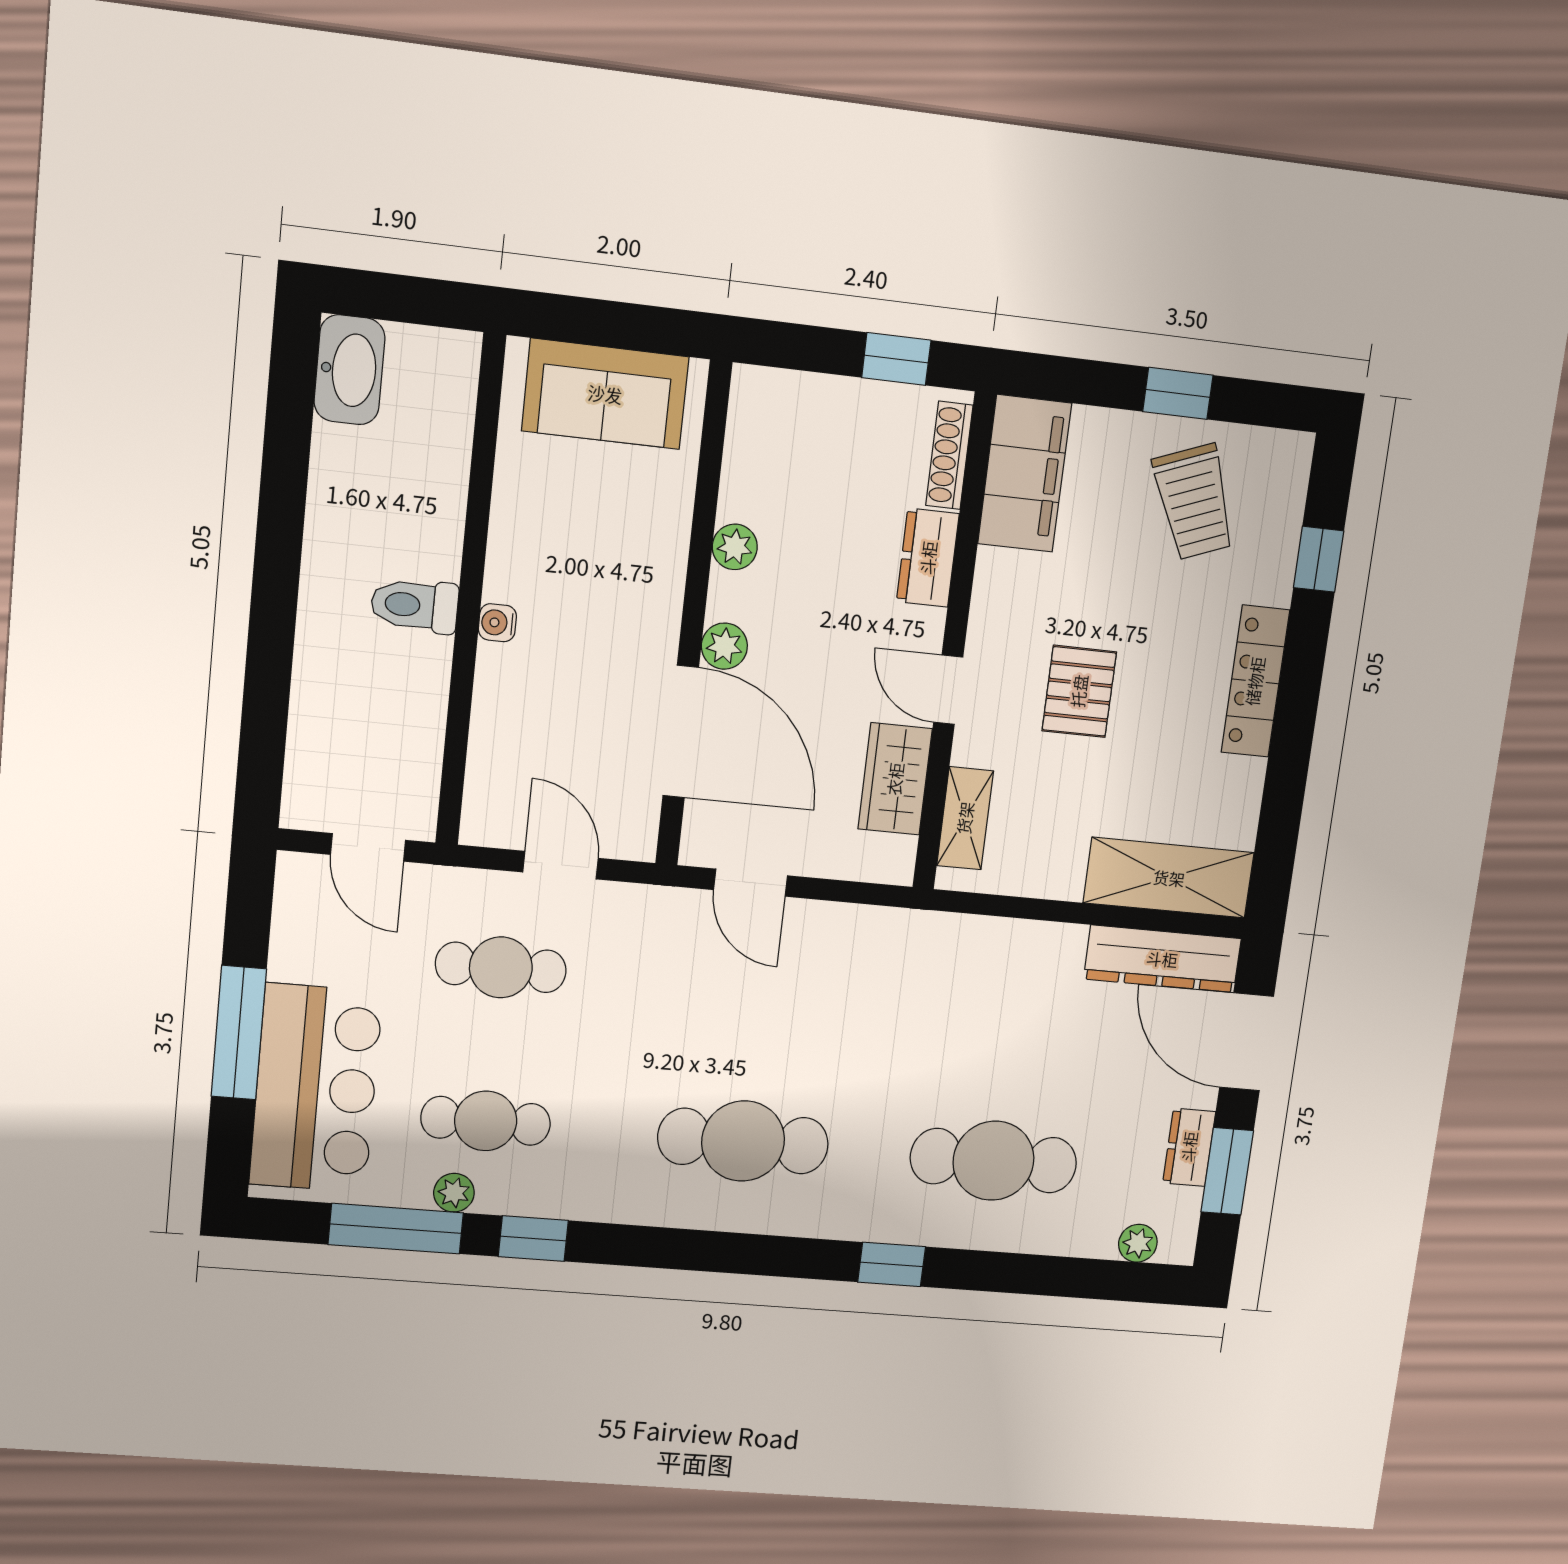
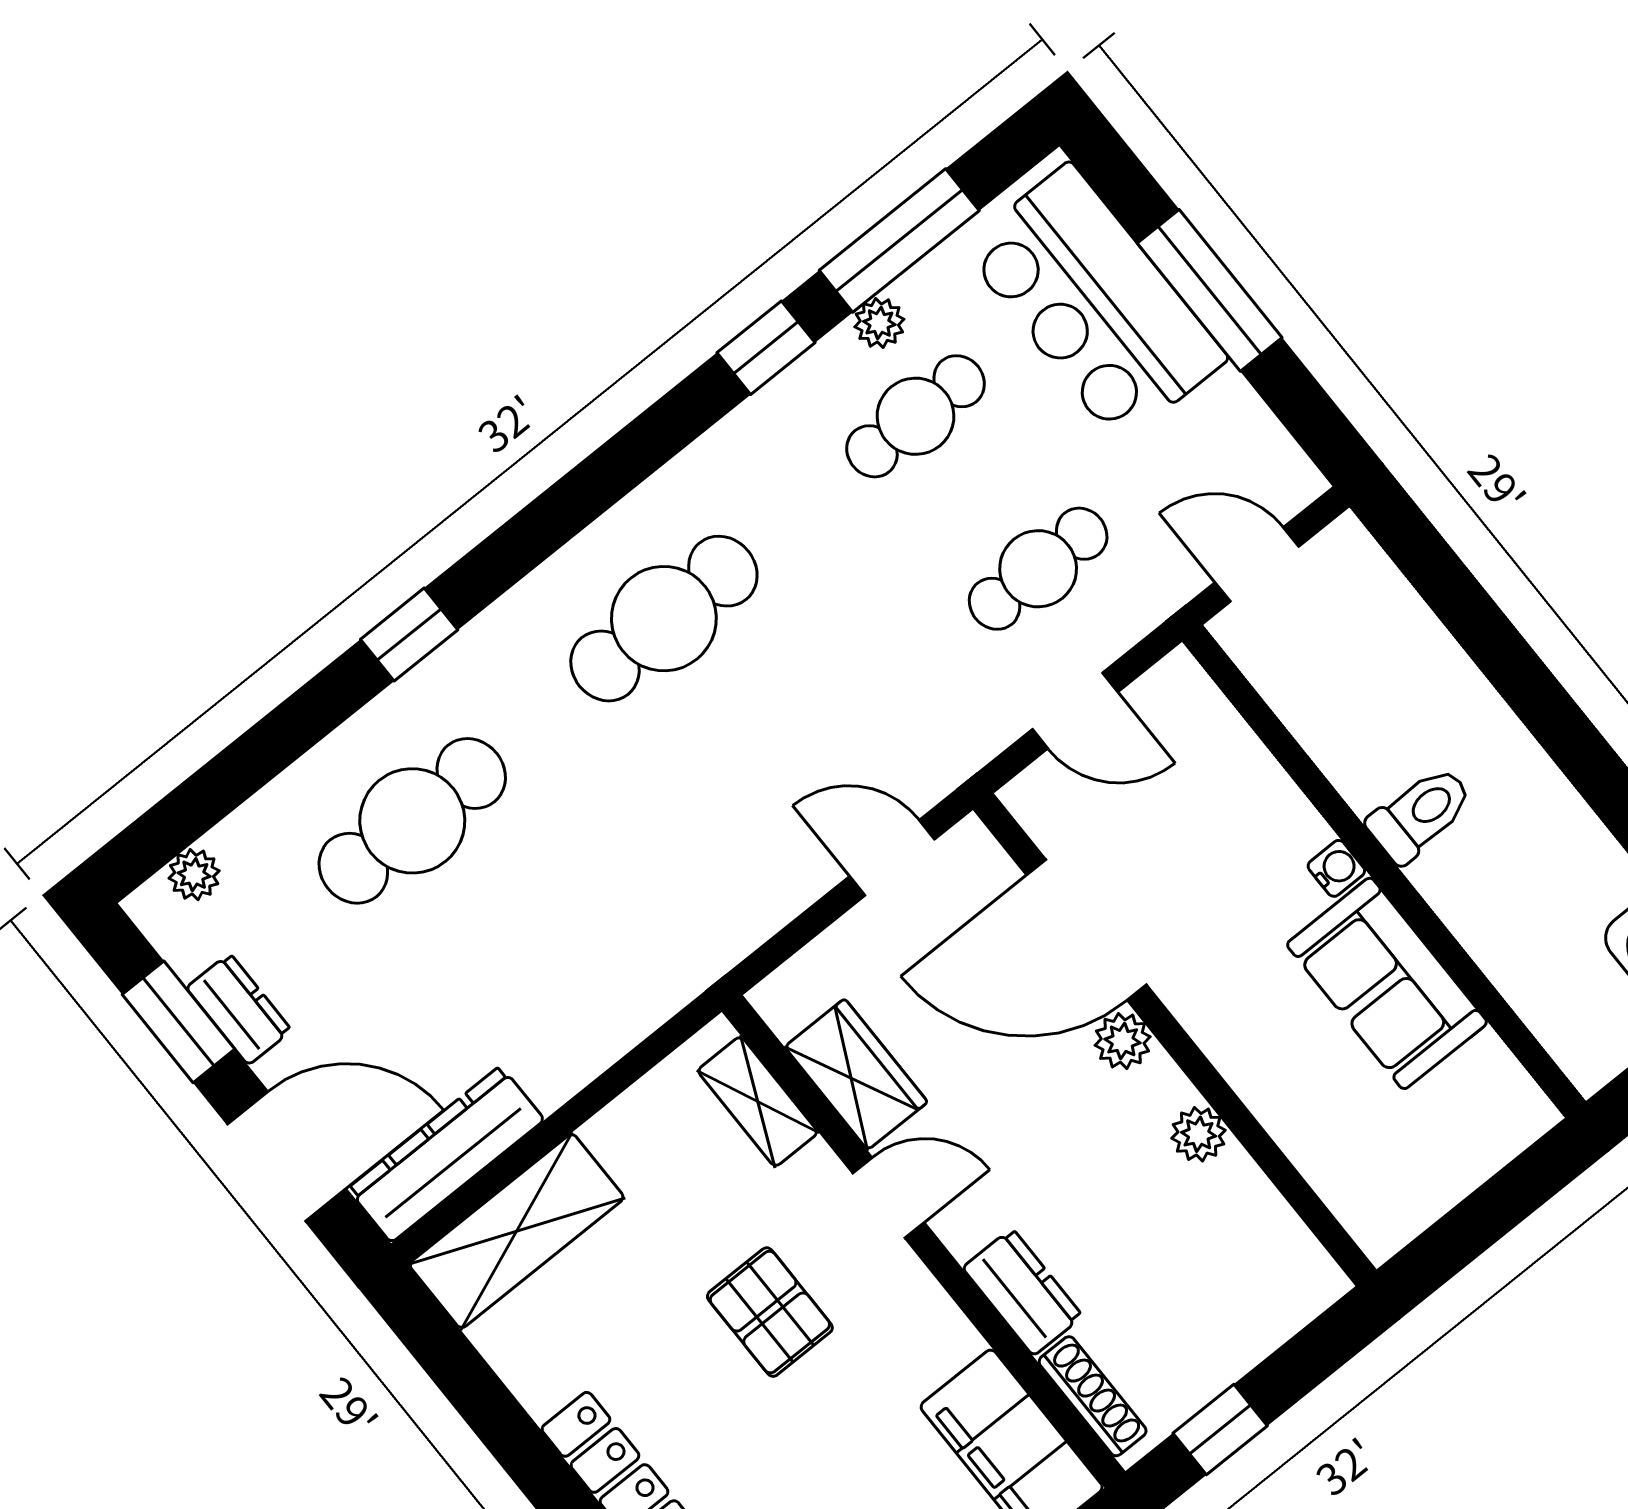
sofa: (605, 394) -> (1387, 983), moved, turned -90

